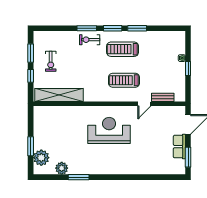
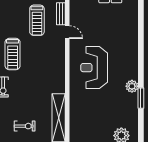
treadmill: (124, 80) -> (37, 20), moved
plant: (62, 168) -> (132, 86), moved

